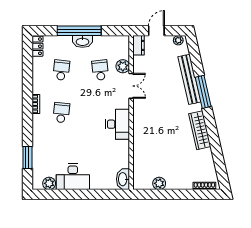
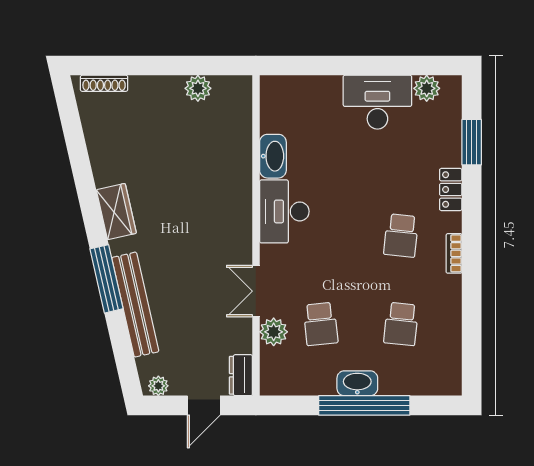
locker: (37, 46) -> (451, 189), moved
wardrobe: (200, 130) -> (116, 212), width x0.67
washbasin: (123, 179) -> (273, 156), moved

